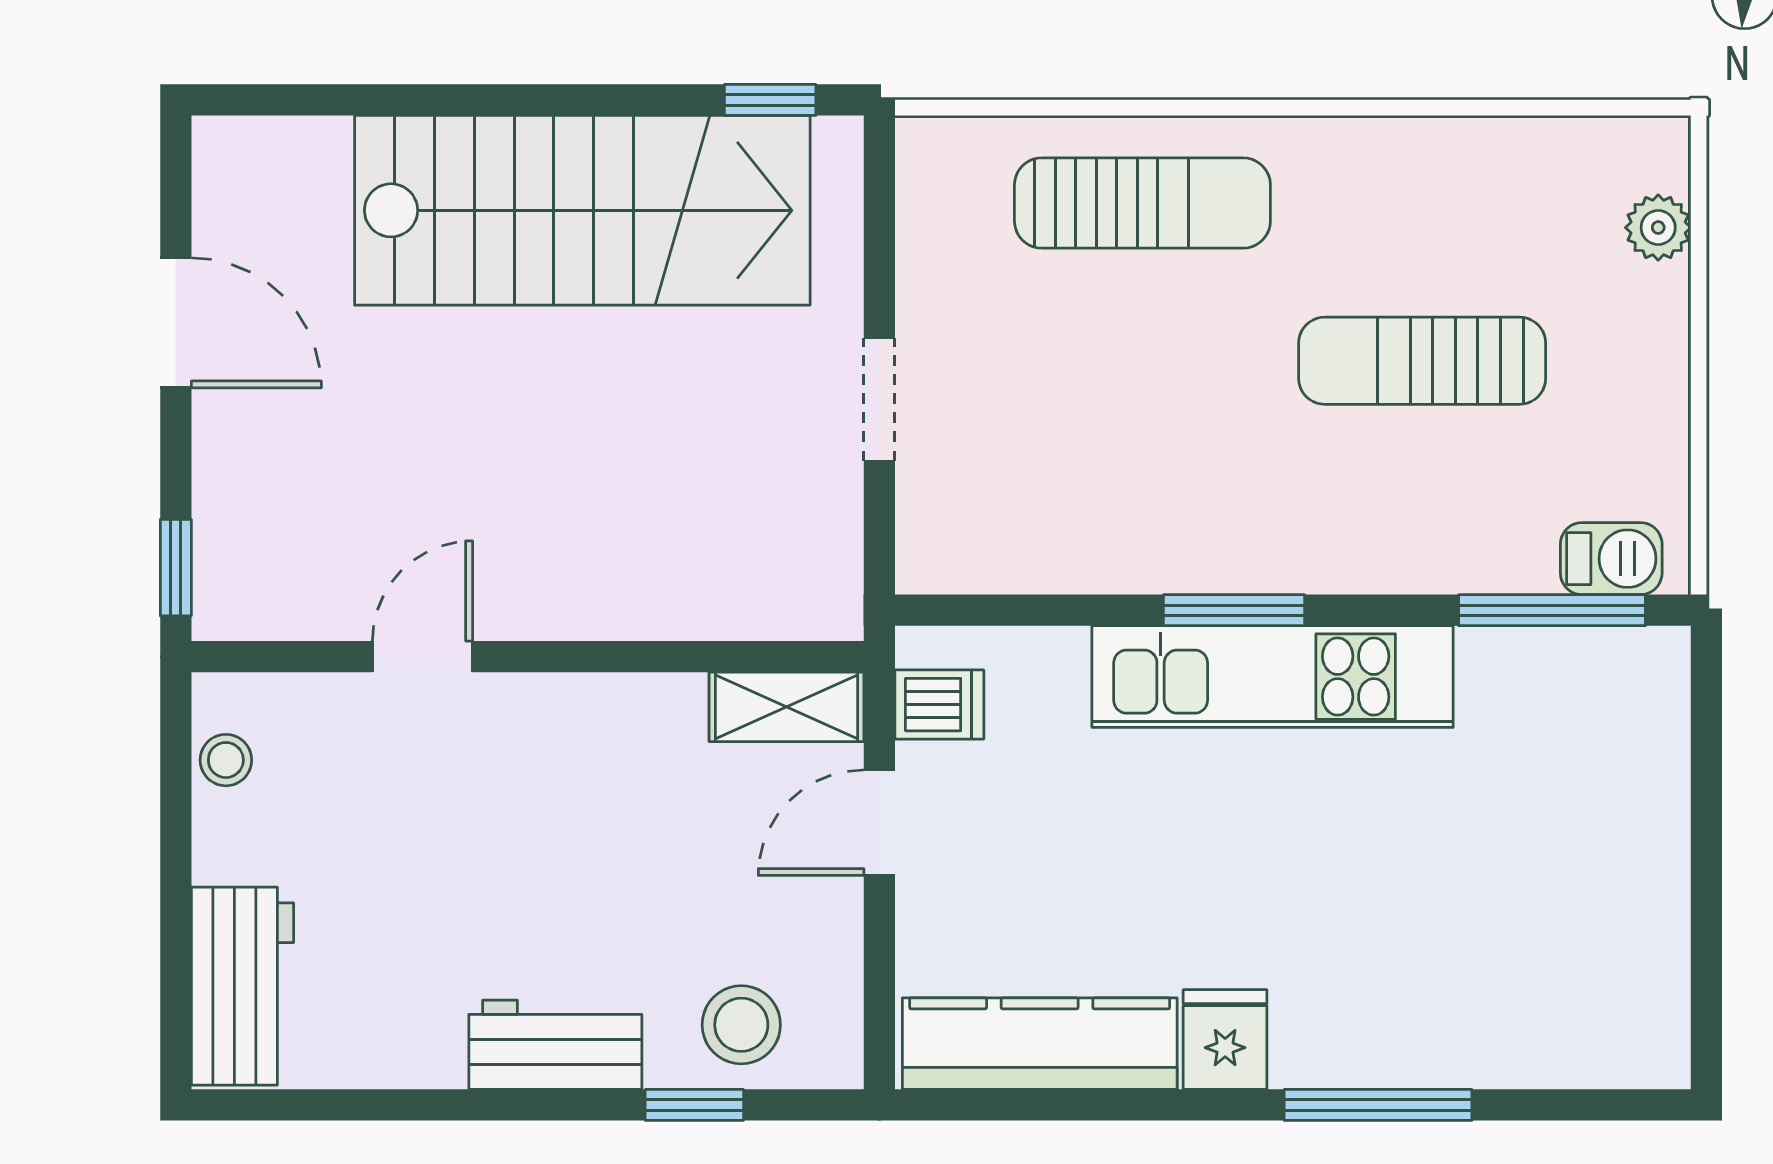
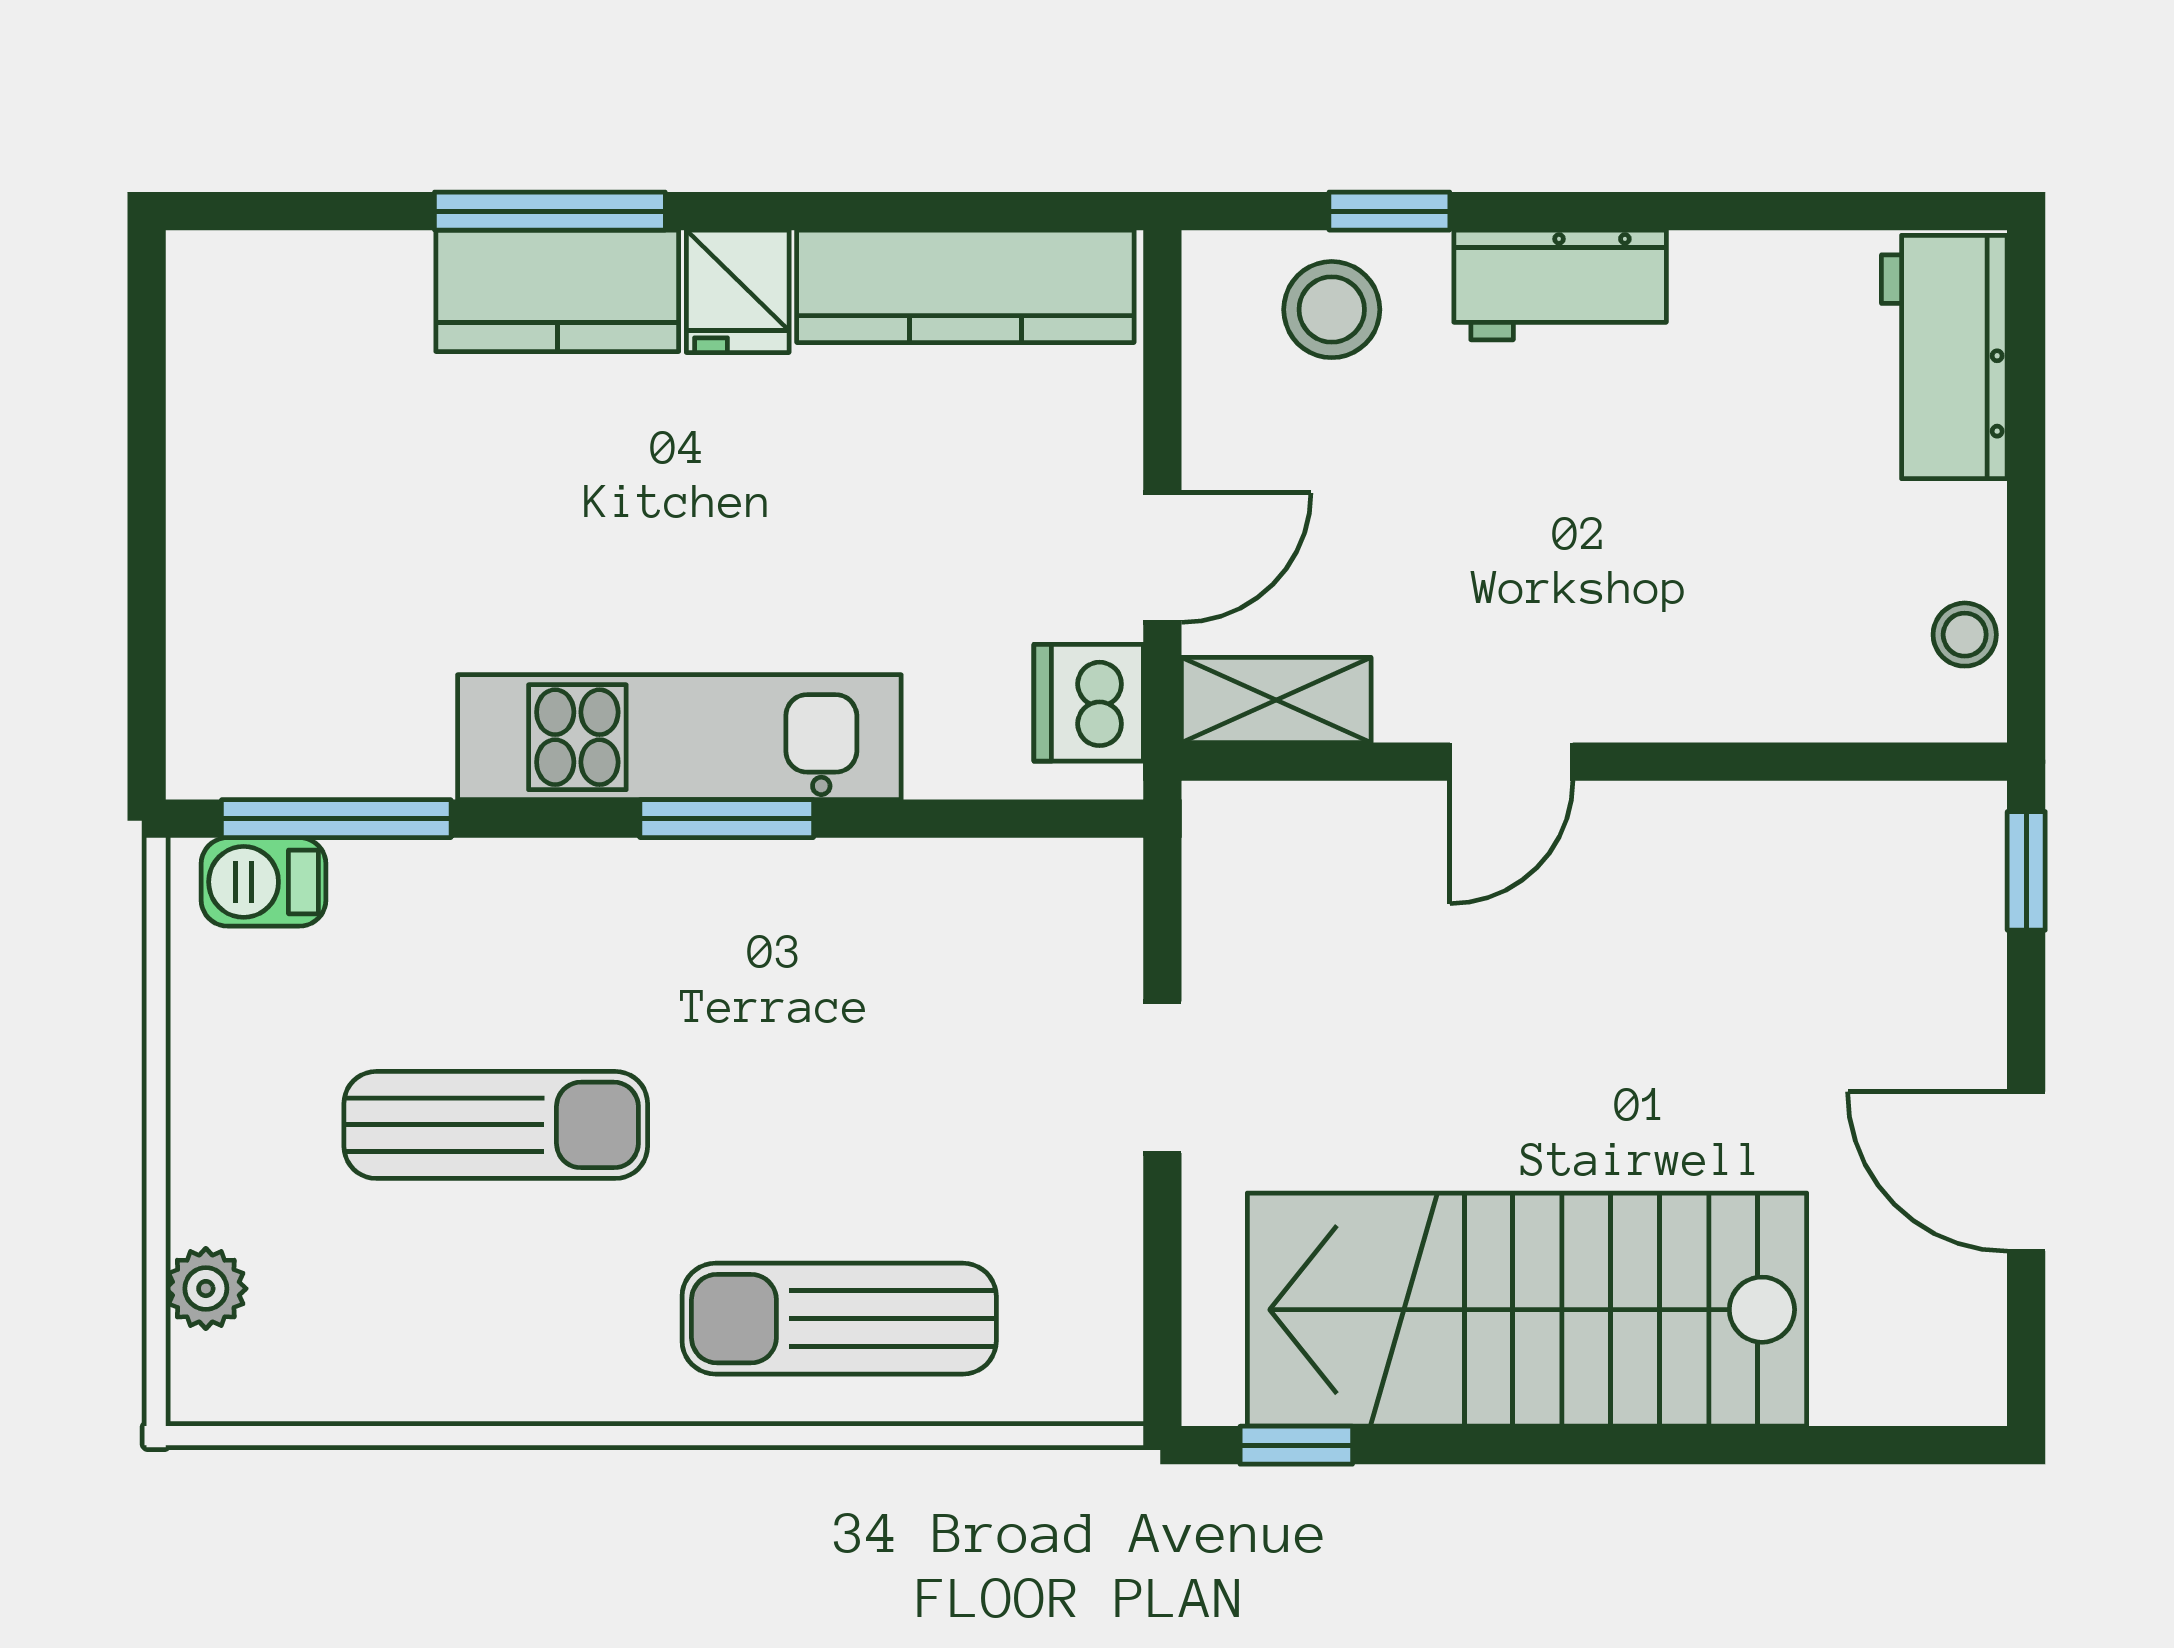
door: (422, 657) -> (1511, 762), moved
dishwasher: (939, 705) -> (1089, 703), width x1.38
kitchen counter: (1372, 1040) -> (557, 291), added

